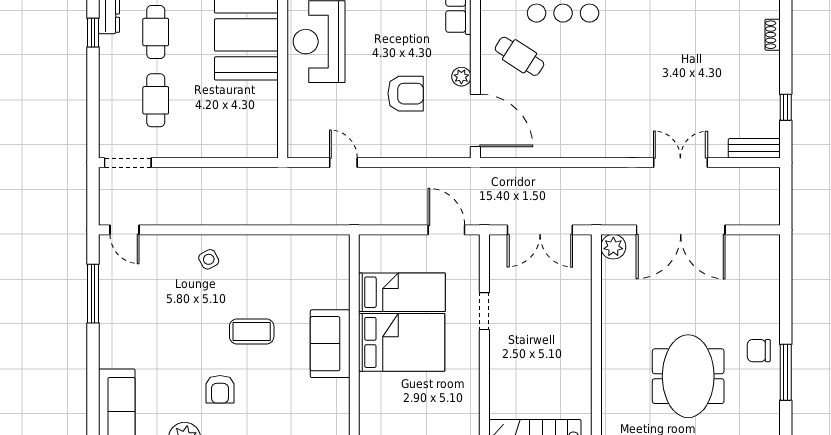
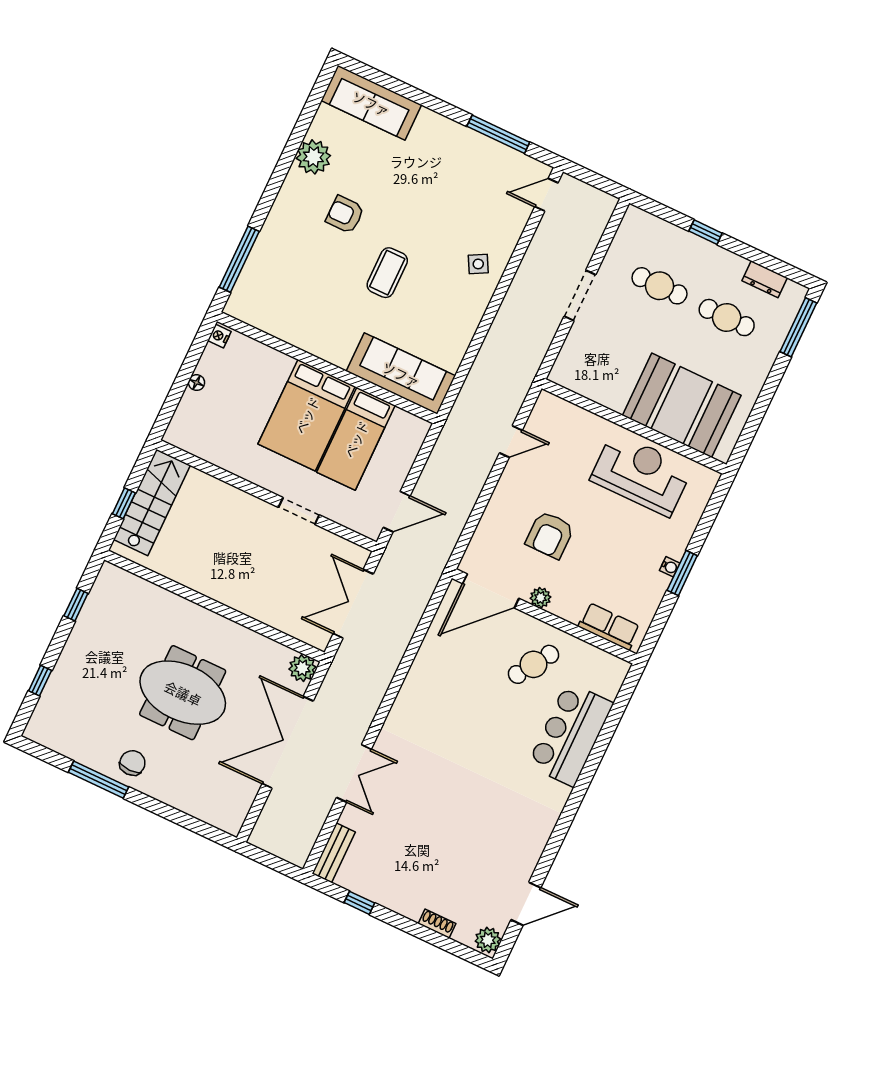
window: (93, 33) -> (706, 232), moved
doorway: (128, 163) -> (580, 295), moved
sofa: (330, 344) -> (401, 374), moved, width x1.36
meeting table: (688, 376) -> (183, 693), moved

